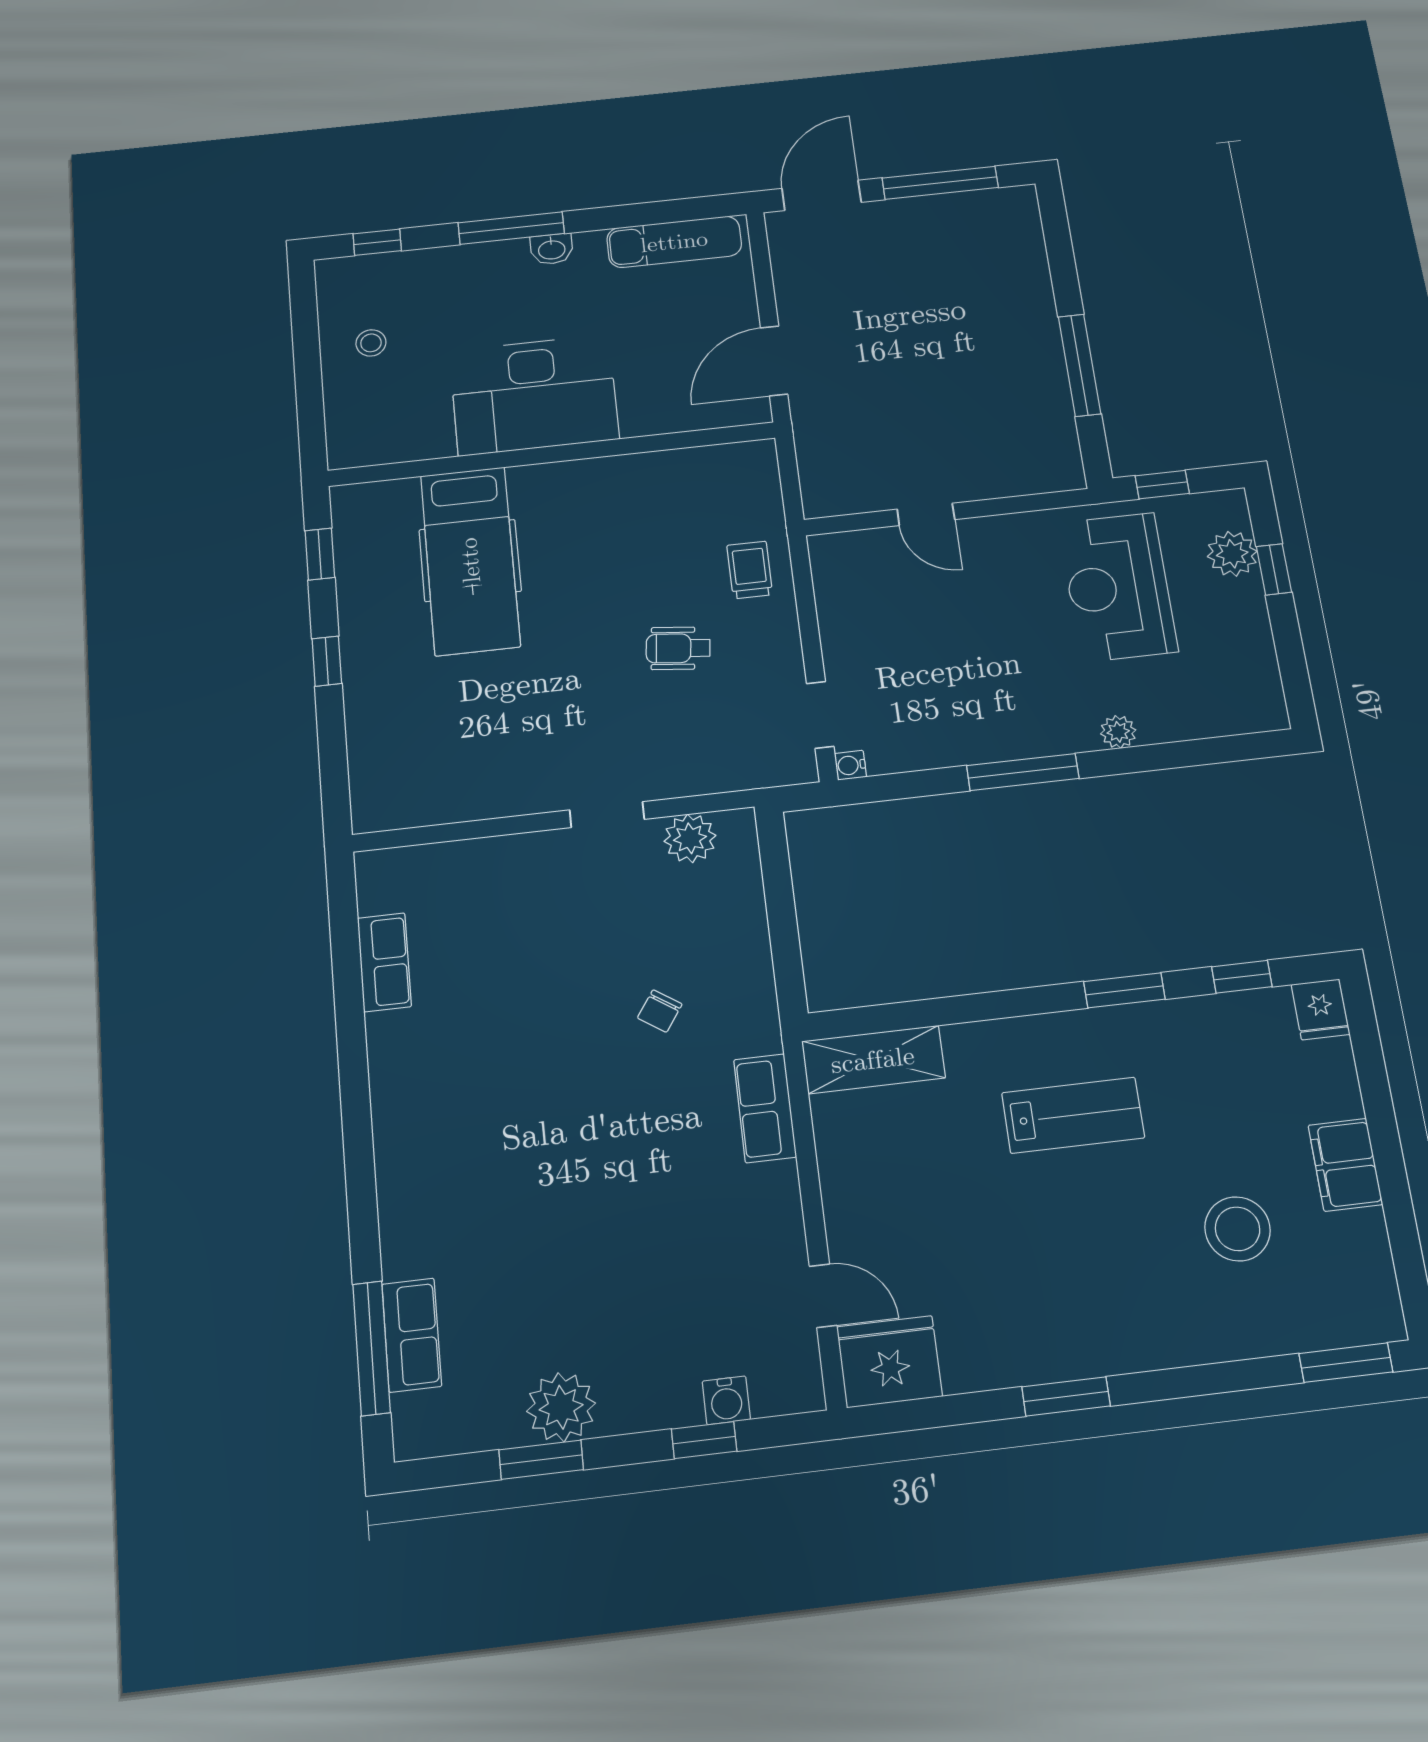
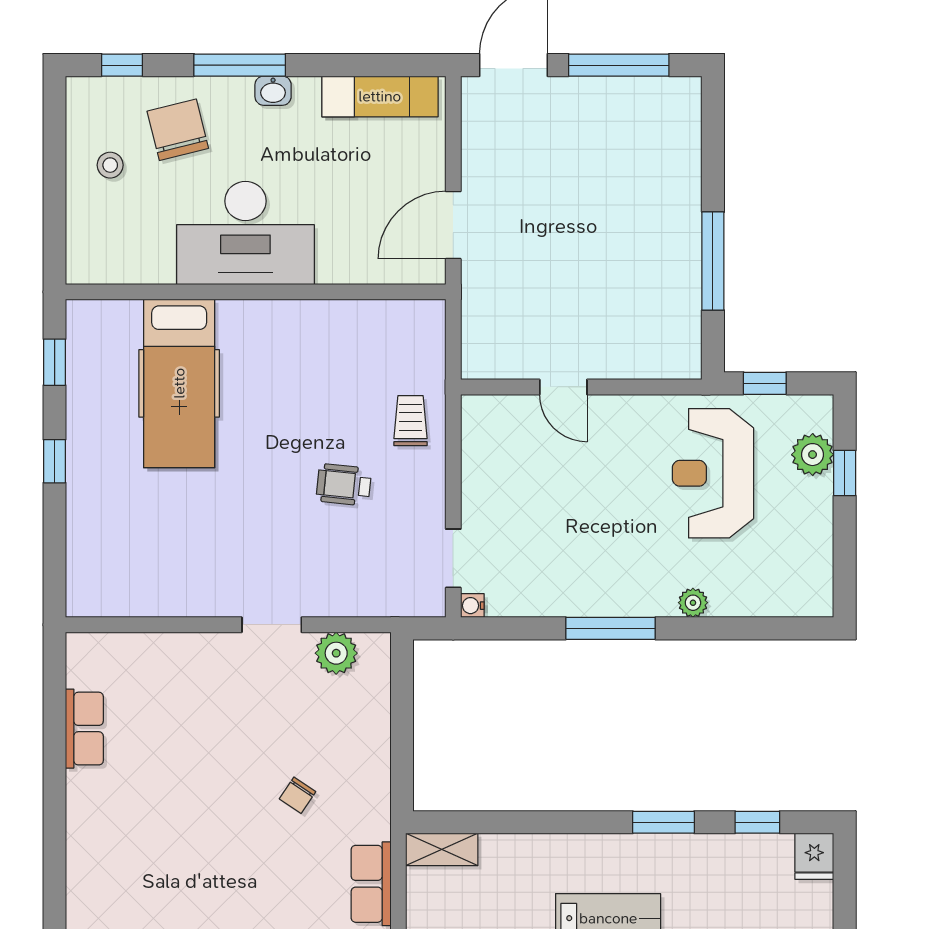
chair: (446, 299) -> (178, 130), added
shelving: (873, 1060) -> (442, 849), width x0.67, depth x0.75

